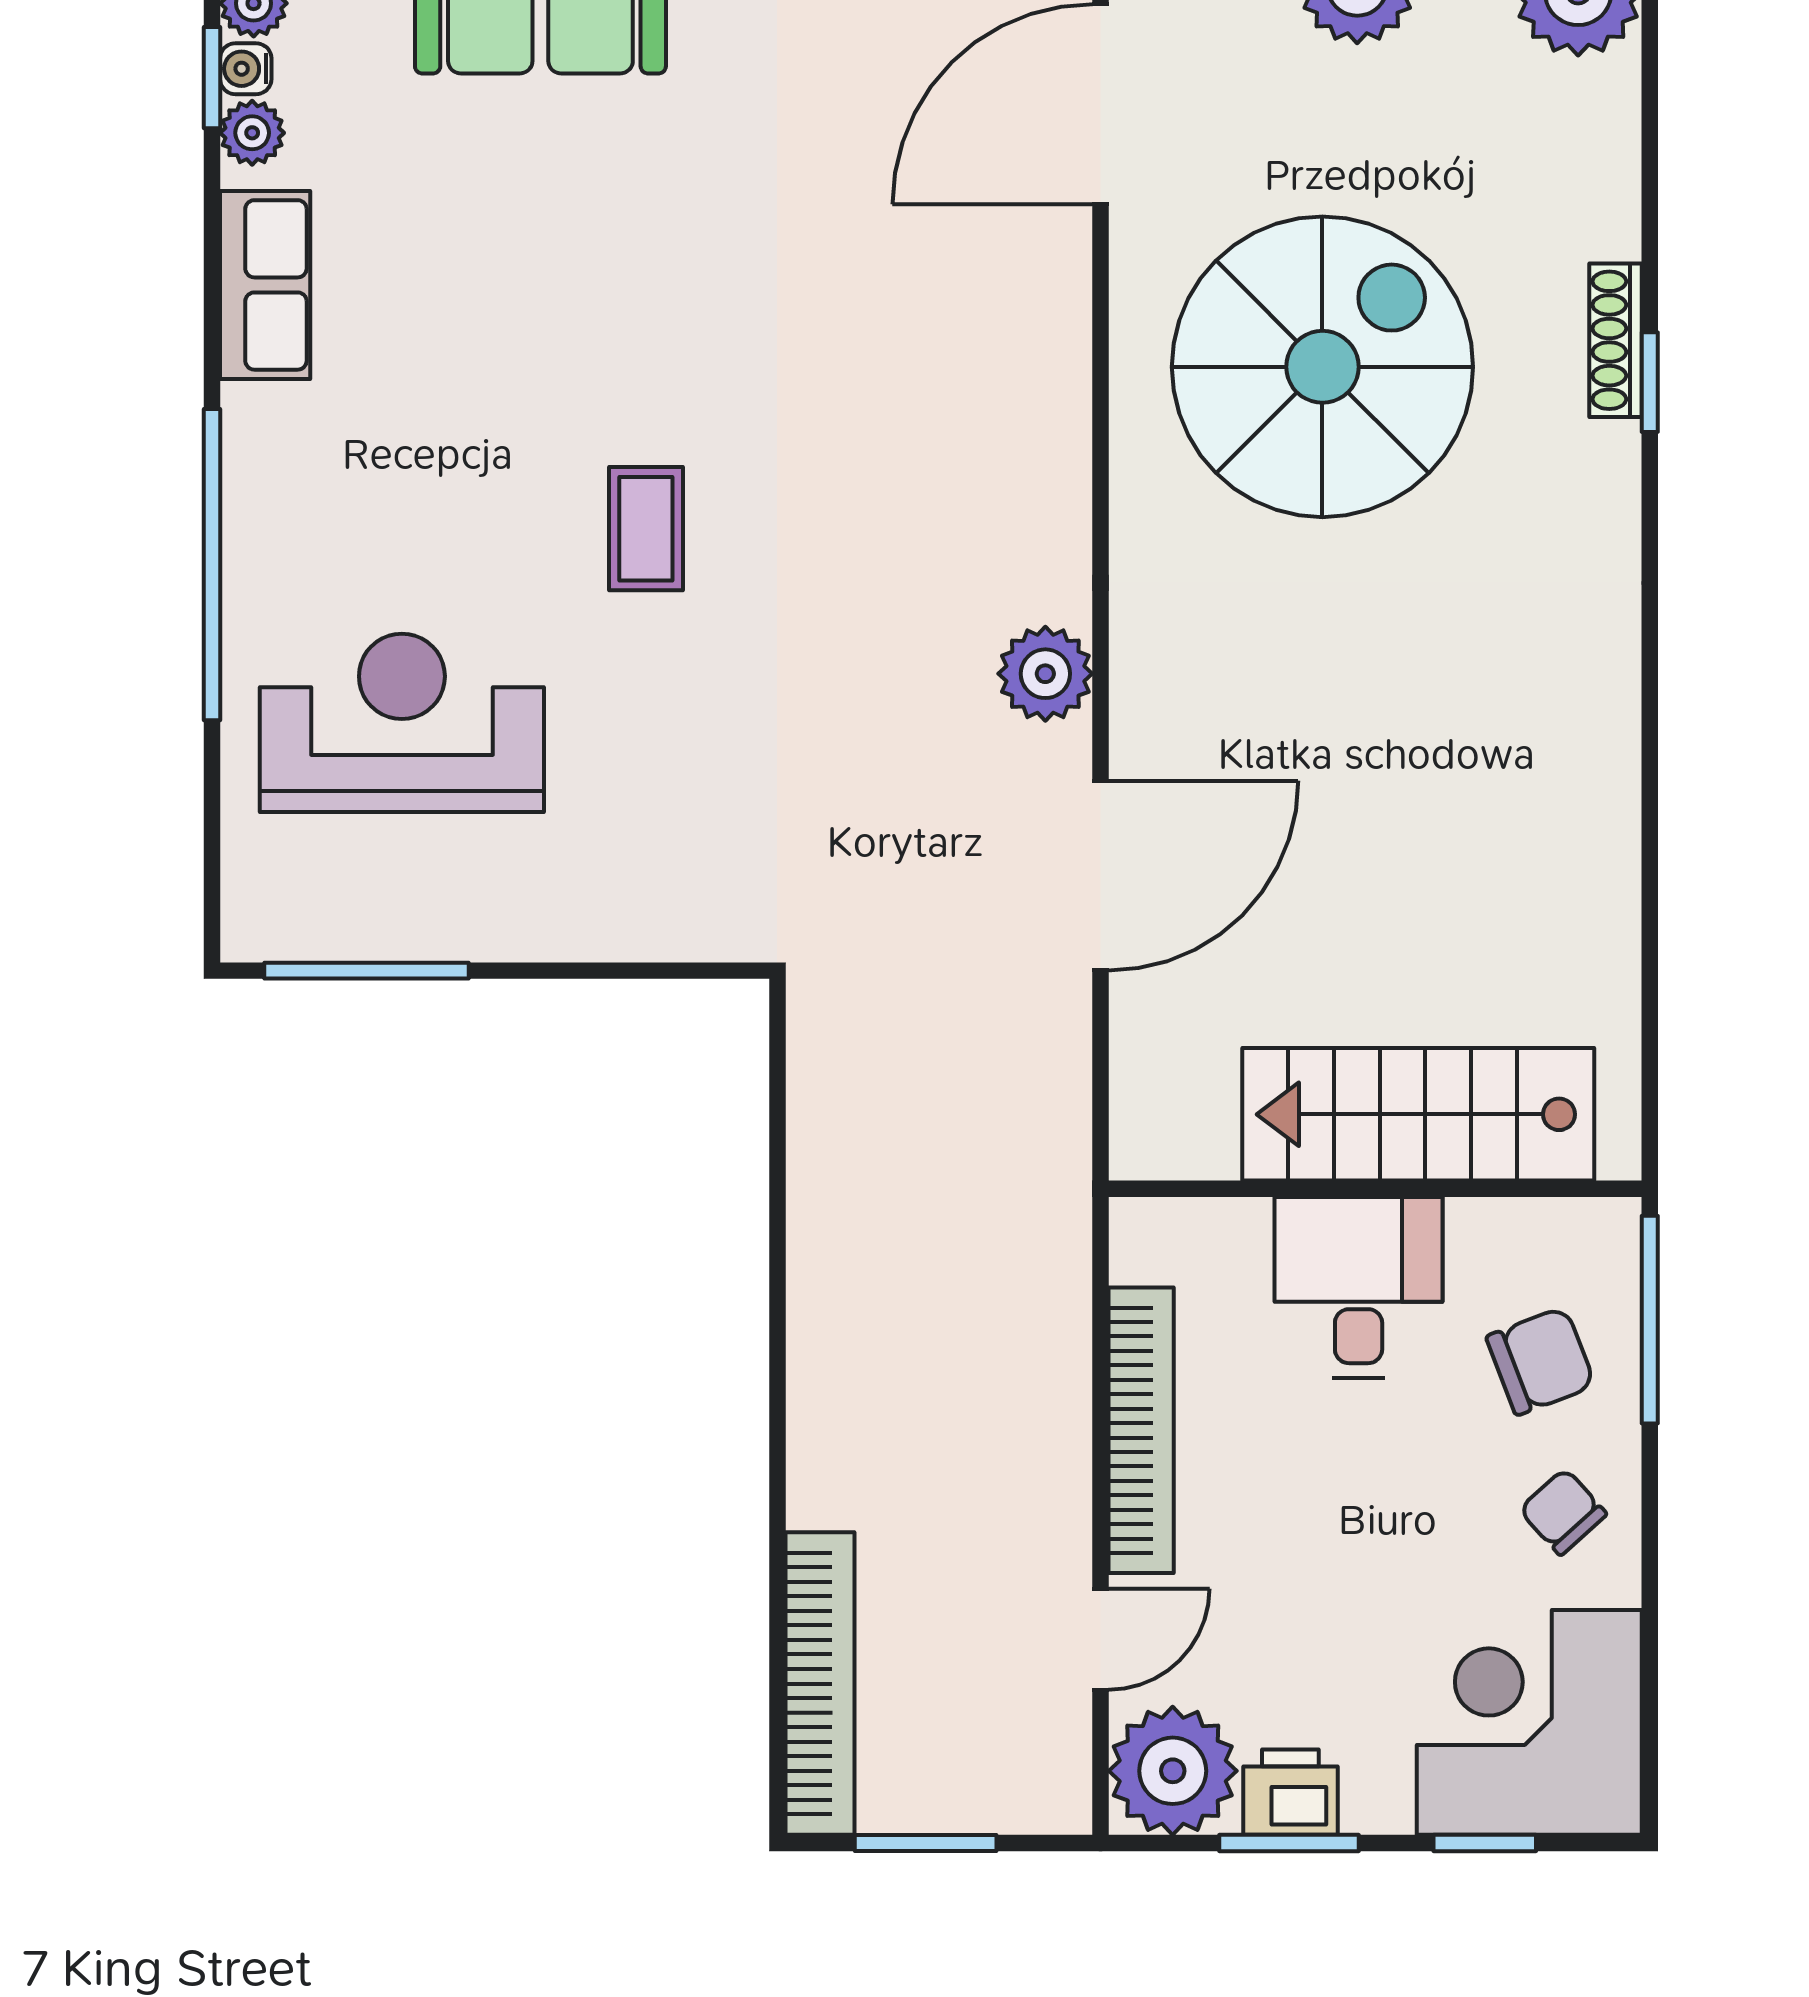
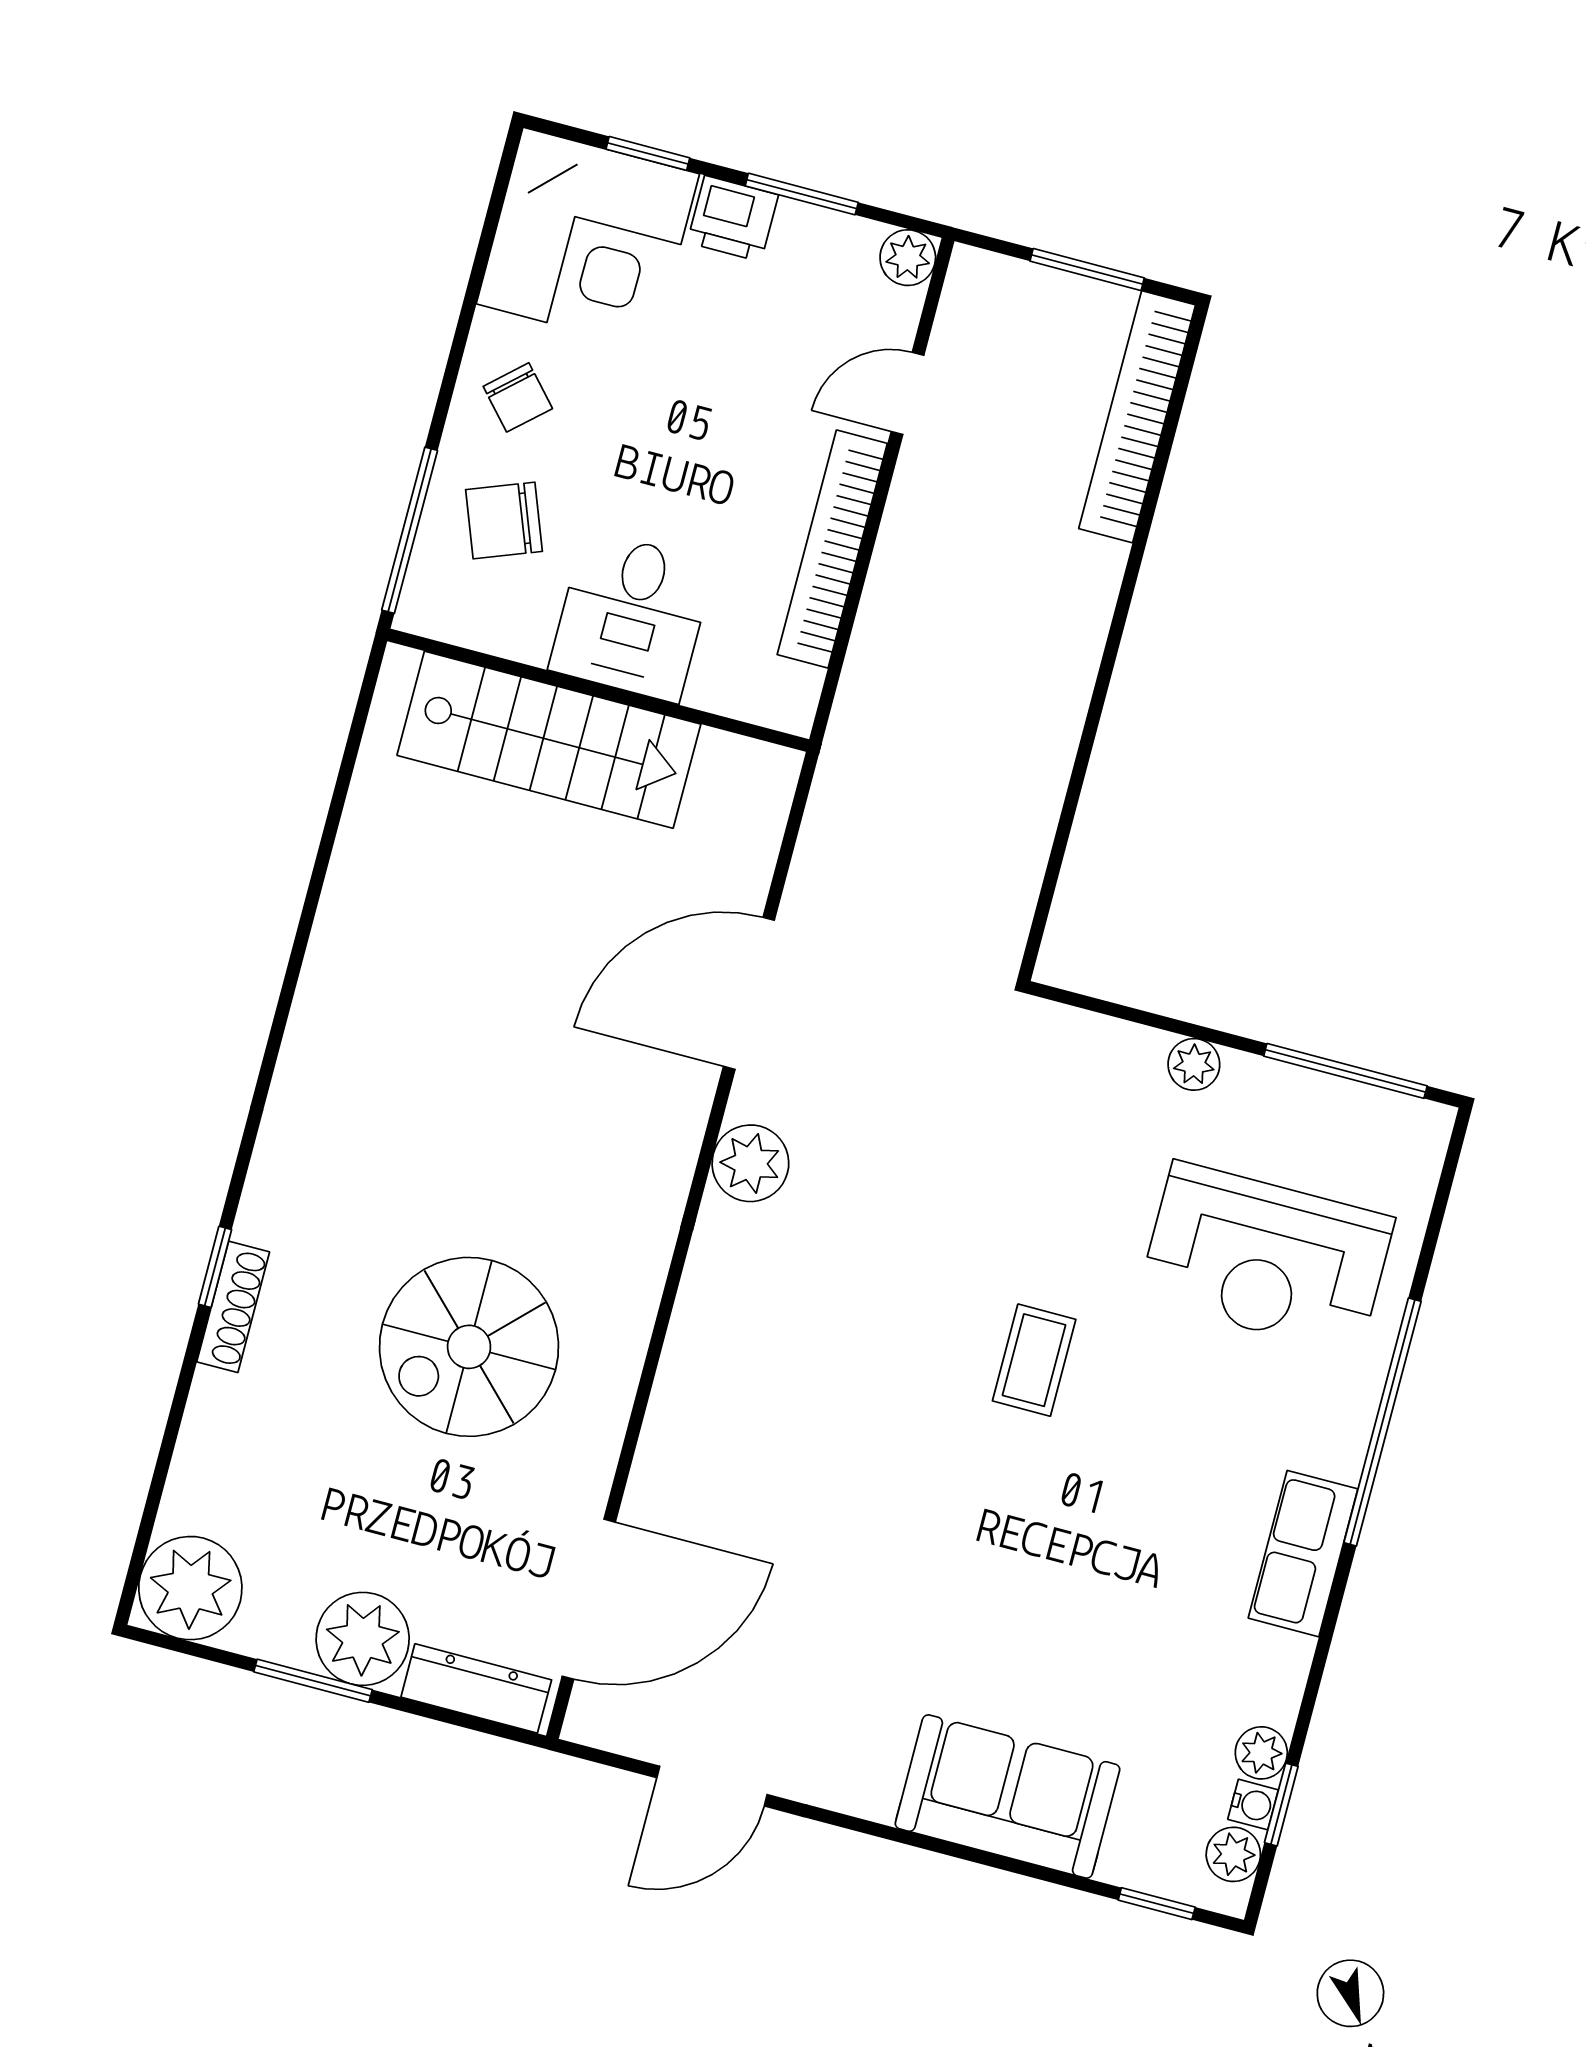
row of seats: (265, 285) -> (1303, 1554), moved
spiral stairs: (1322, 367) -> (469, 1347), width x0.73, depth x0.73
plant: (549, 931) -> (1194, 1064), added
plant: (1173, 1771) -> (908, 258), width x0.53, depth x0.53
printer: (1290, 1792) -> (733, 219), moved

